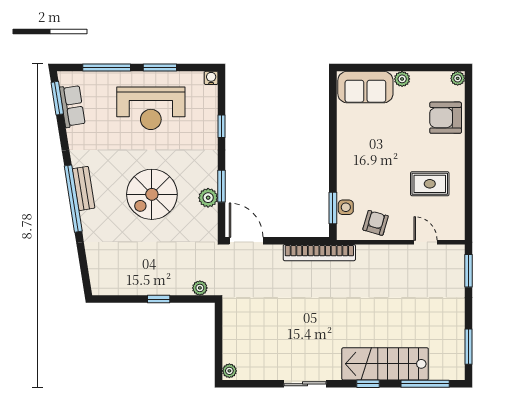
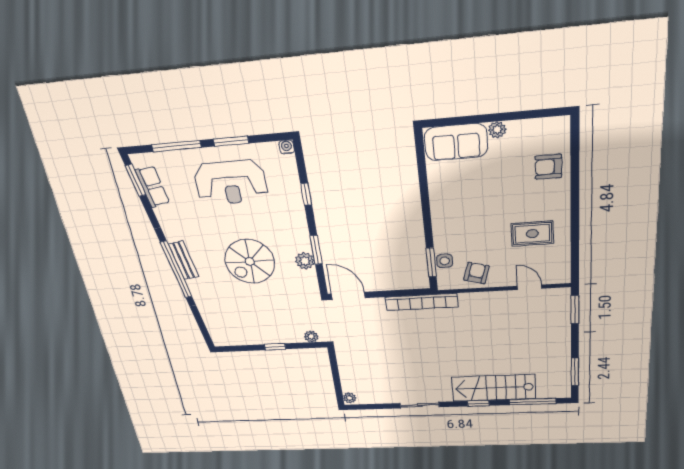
plant: (458, 78) -> (562, 124), removed
armchair: (446, 118) -> (548, 167), width x0.72, depth x0.72

